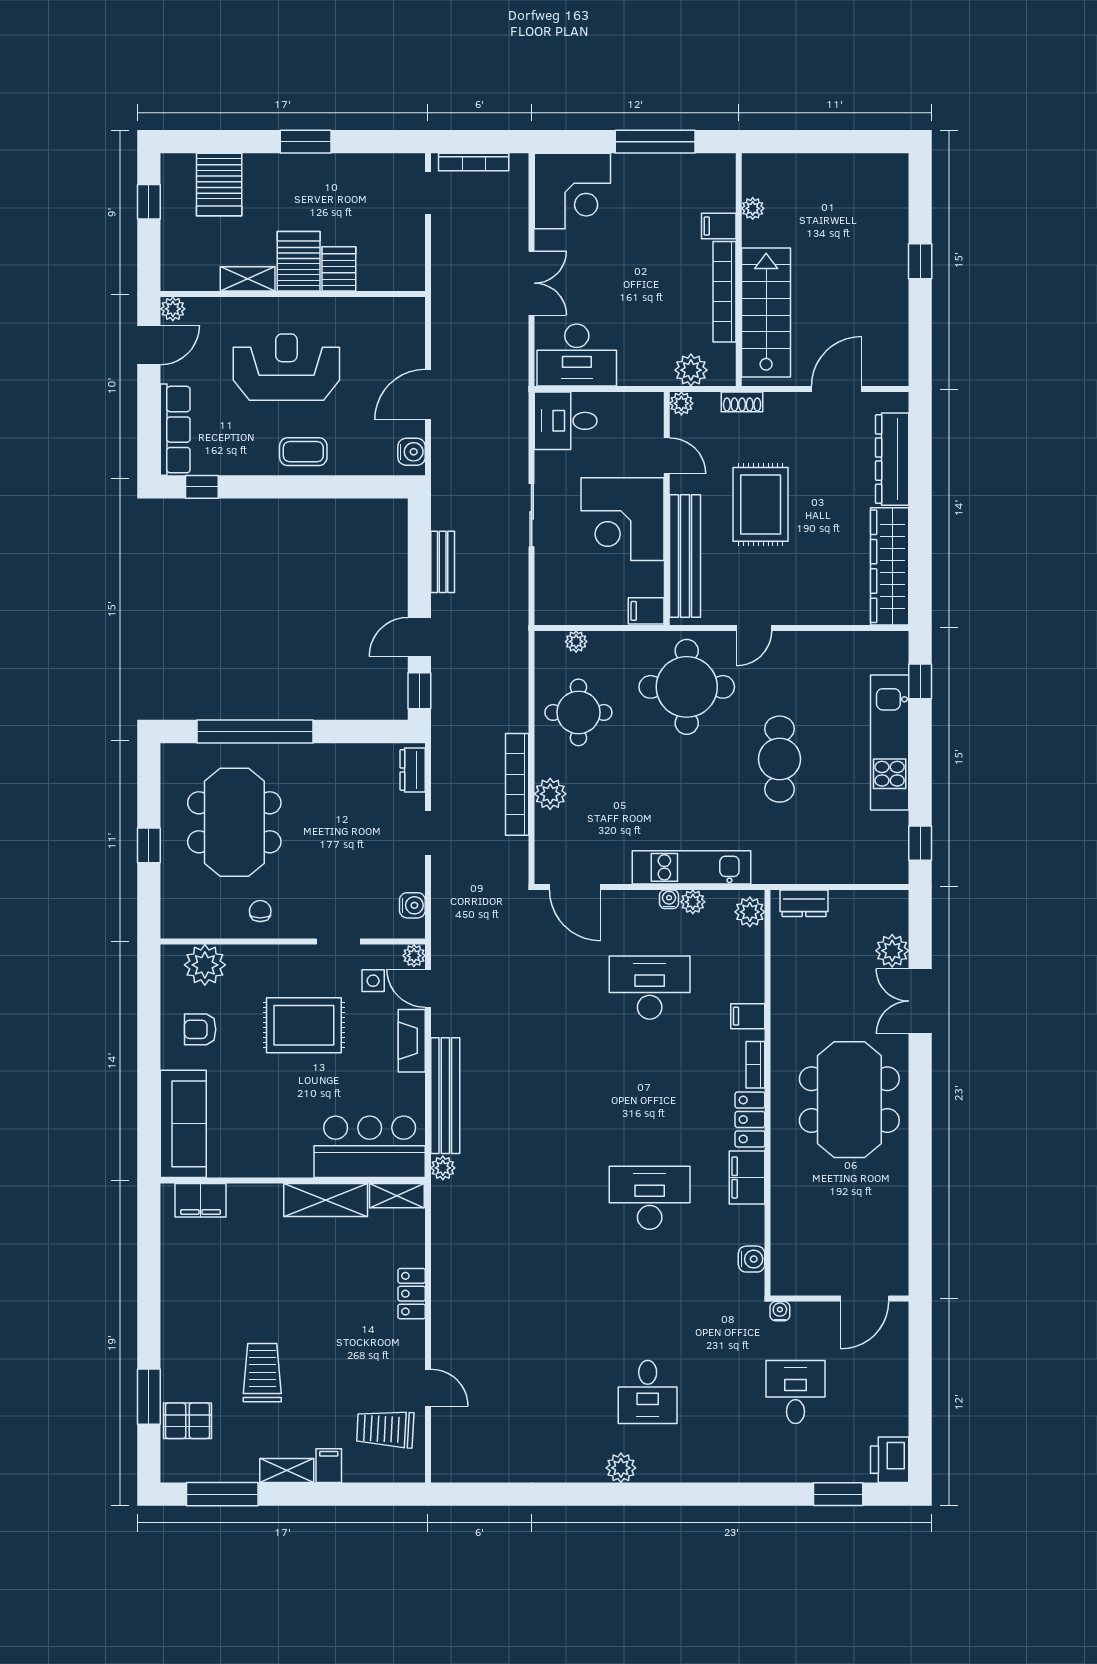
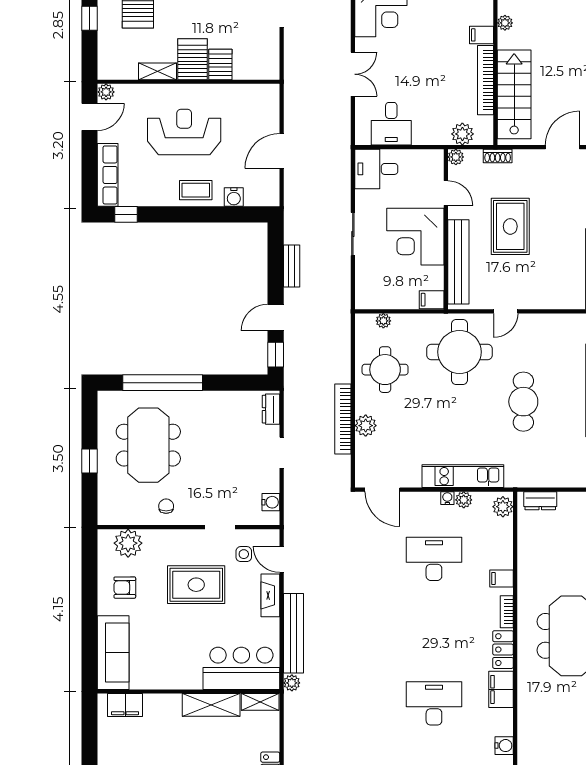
desk: (577, 355) -> (391, 124), width x0.73
water cooler: (412, 452) -> (234, 197), moved, turned 90
plant: (414, 956) -> (272, 537), removed

